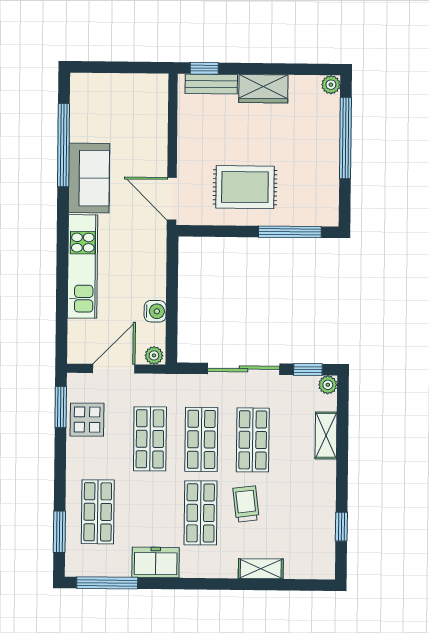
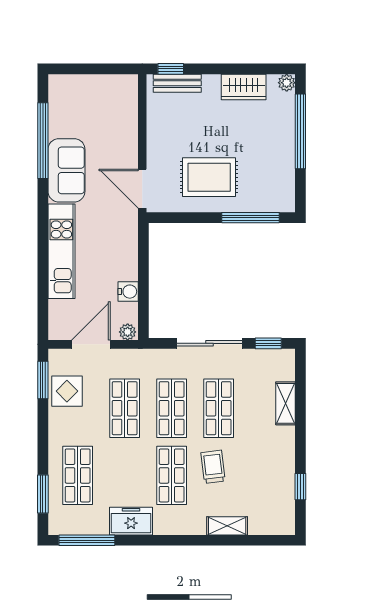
wardrobe: (263, 89) -> (244, 87), moved
plant: (328, 385) -> (287, 357), removed

